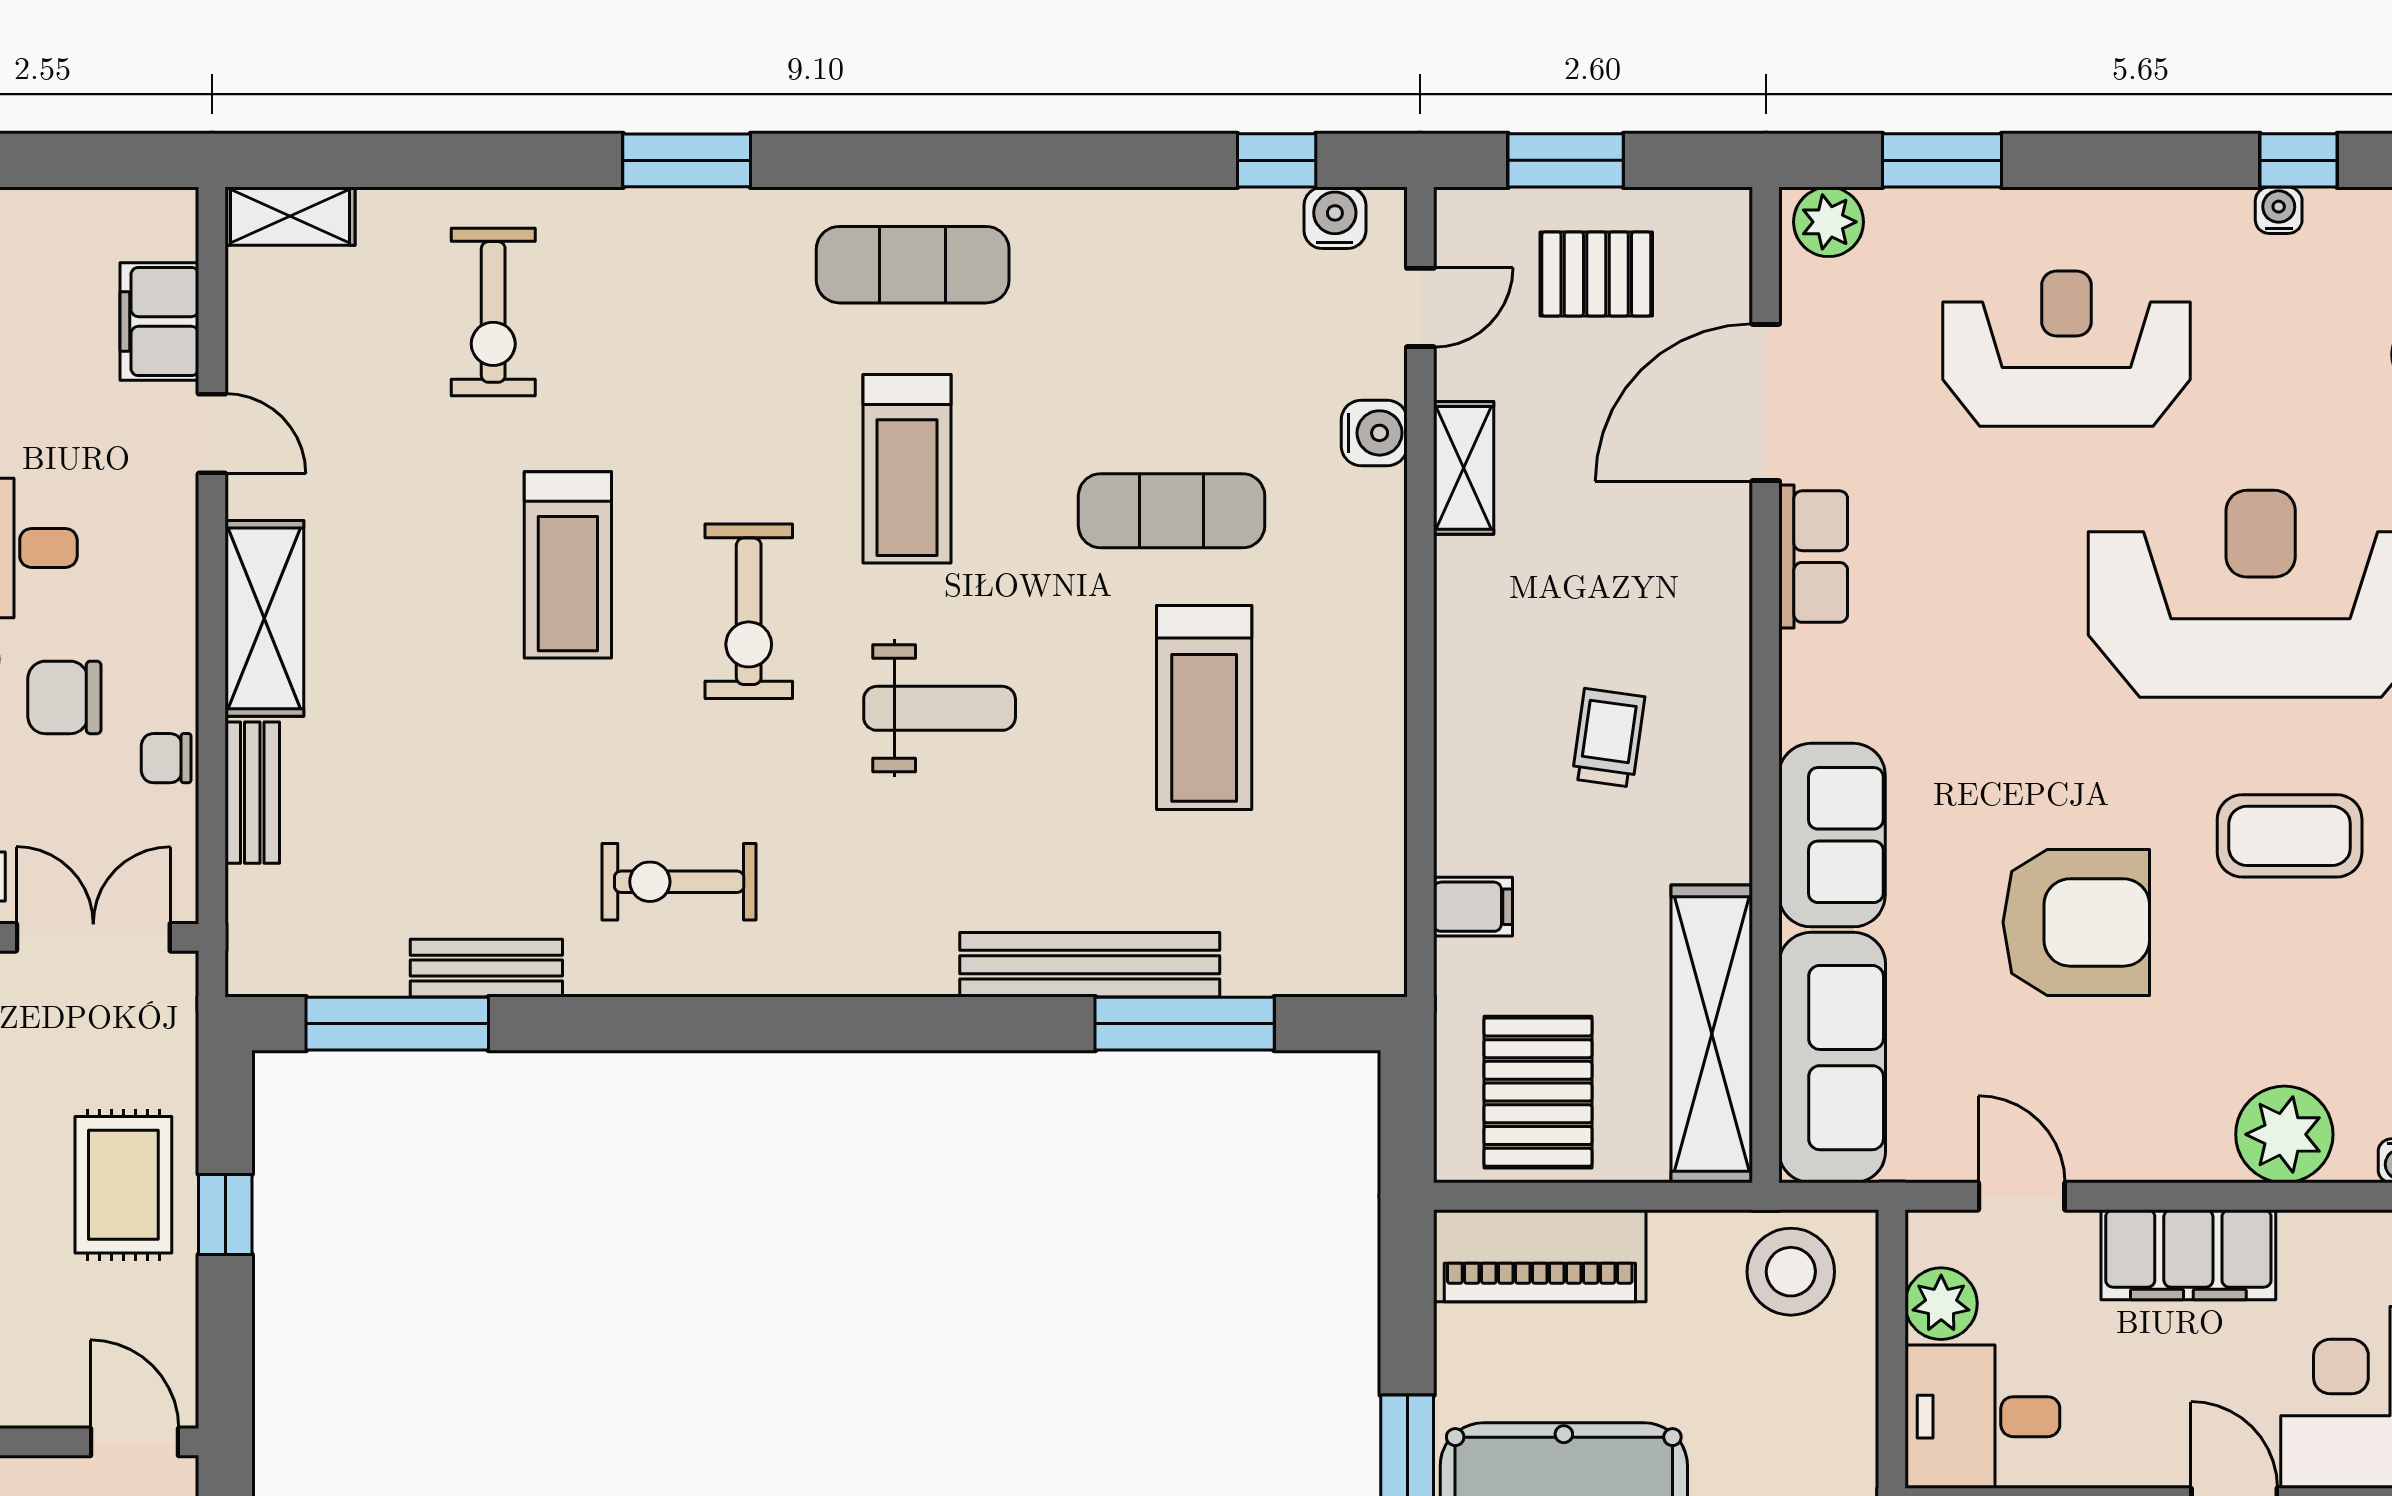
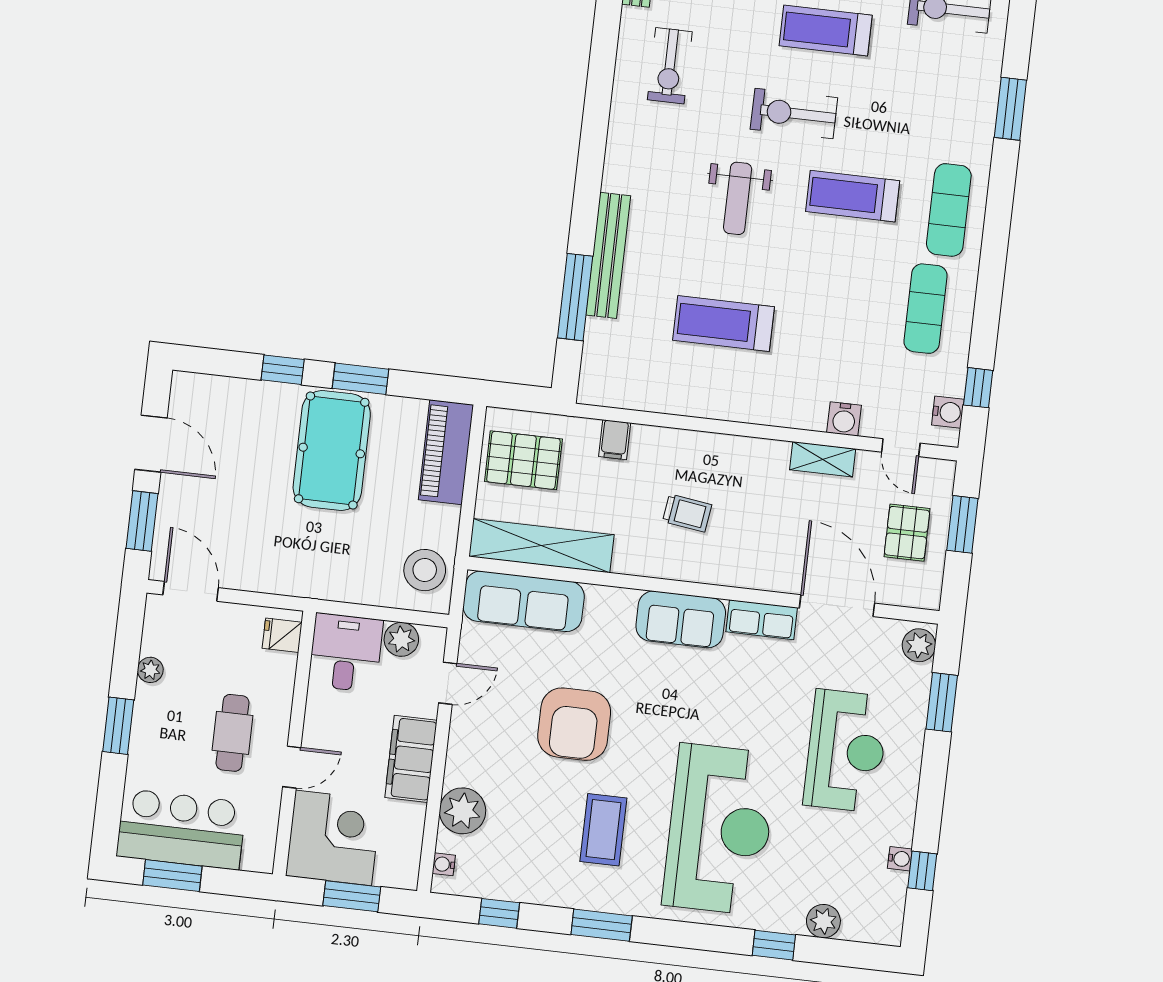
exercise mat: (1172, 511) -> (926, 309), moved
sofa: (1832, 835) -> (681, 619), moved
exercise bike: (679, 882) -> (670, 66), turned 180

